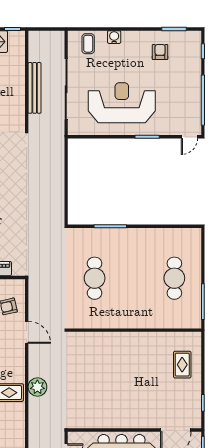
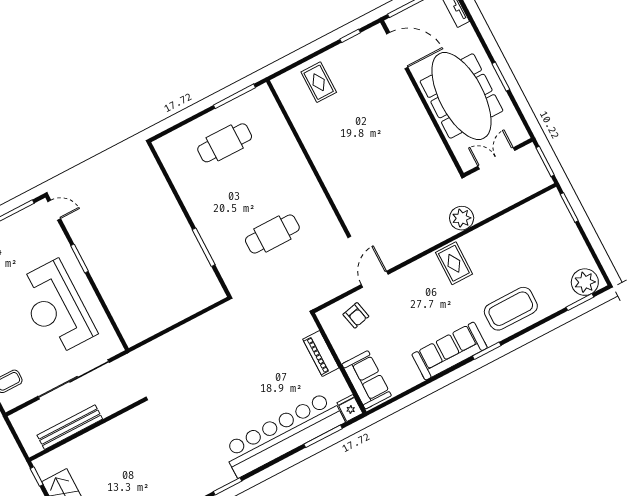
bench: (35, 88) -> (70, 427), moved
rug: (182, 365) -> (319, 82), turned 90
plant: (37, 387) -> (462, 218), moved

